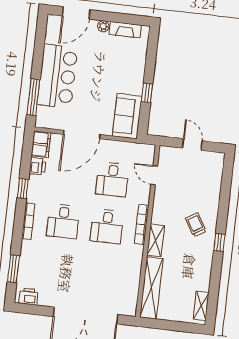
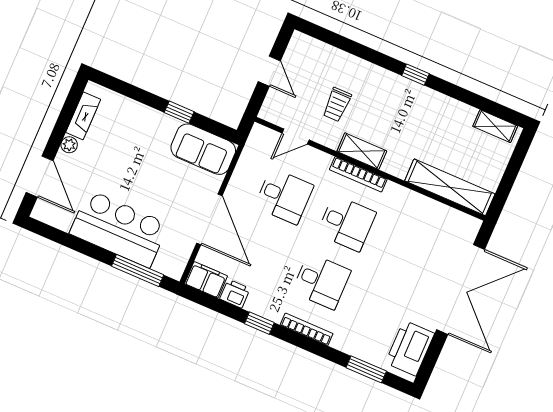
door: (192, 145) -> (269, 71), swing flipped
trolley: (196, 225) -> (337, 105), moved, turned -59
shelving: (156, 240) -> (362, 151), moved
printer: (28, 296) -> (410, 348), width x1.87, depth x1.48

